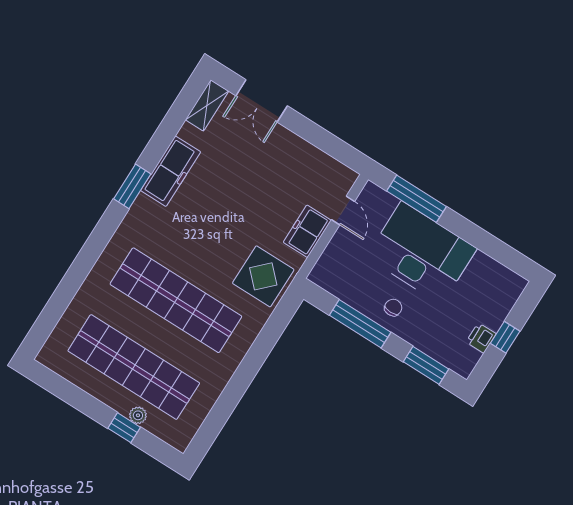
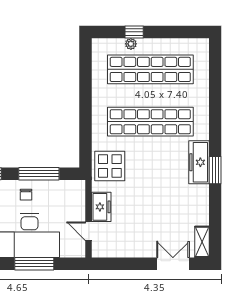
freezer: (171, 171) -> (199, 162), moved
window: (416, 199) -> (34, 264), moved

